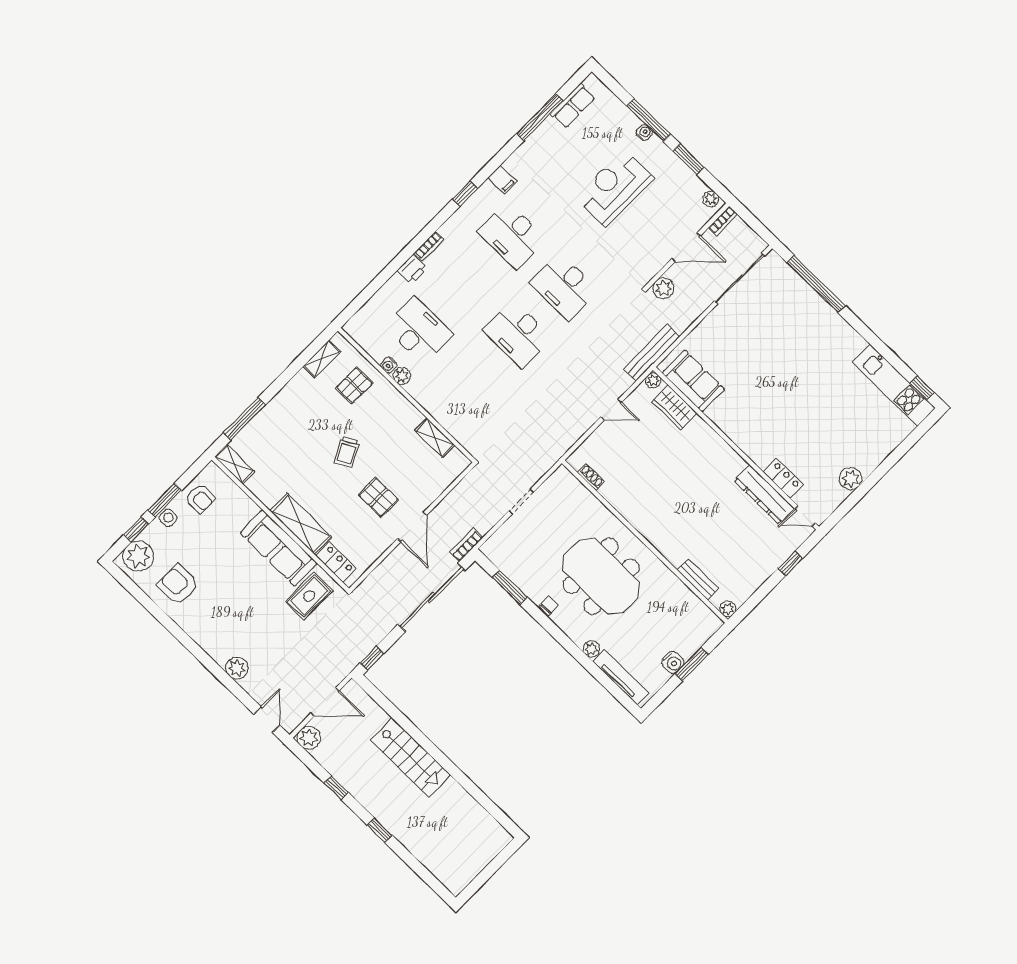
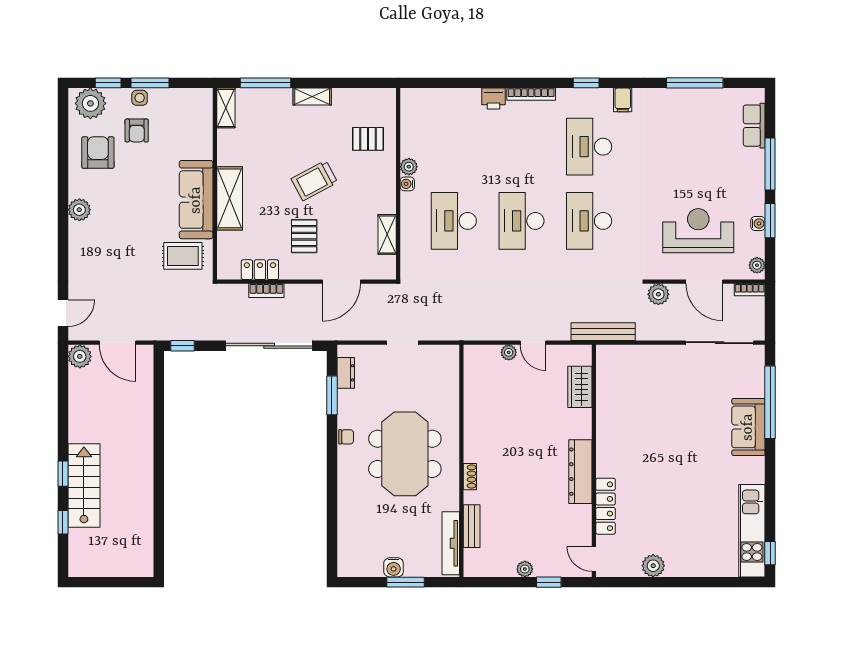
row of seats: (573, 106) -> (754, 126), moved, turned 90
water cooler: (644, 133) -> (758, 224), moved
reception desk: (614, 188) -> (698, 231), moved
bookcase: (429, 246) -> (531, 94), width x1.56
desk: (419, 330) -> (454, 221), moved, turned 180
shelving: (322, 359) -> (312, 97), moved
water cooler: (389, 365) -> (407, 184), moved
plant: (653, 381) -> (509, 352), moved
sofa: (693, 381) -> (748, 427), moved, turned 180
trolley: (347, 452) -> (314, 181), width x1.36, depth x1.39
shoe rack: (591, 477) -> (470, 477), moved
locker: (783, 478) -> (606, 506), width x1.53
dresser: (764, 494) -> (580, 472), moved
armchair: (200, 499) -> (137, 131), moved
door: (412, 527) -> (341, 282), moved
bookcase: (466, 545) -> (266, 291), moved, turned 180
locker: (336, 562) -> (260, 270), moved, turned -90
dresser: (503, 562) -> (346, 373), added
plant: (728, 609) -> (525, 569), moved
plant: (591, 649) -> (345, 498), removed
plant: (237, 668) -> (79, 210), moved
tv unit: (621, 677) -> (451, 543), moved, turned 180
stairs: (410, 757) -> (84, 485), moved, turned 180
window: (336, 788) -> (63, 522), moved

